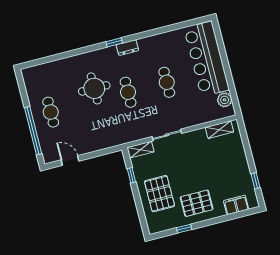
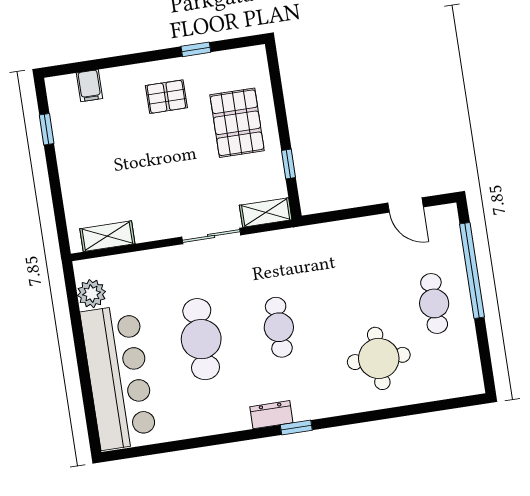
cafe table: (167, 82) -> (201, 339), width x1.37, depth x1.35
round table: (94, 88) -> (379, 358), moved
pallet: (197, 203) -> (166, 97), width x0.67, depth x0.71
filing cabinet: (236, 205) -> (89, 86), width x0.50

